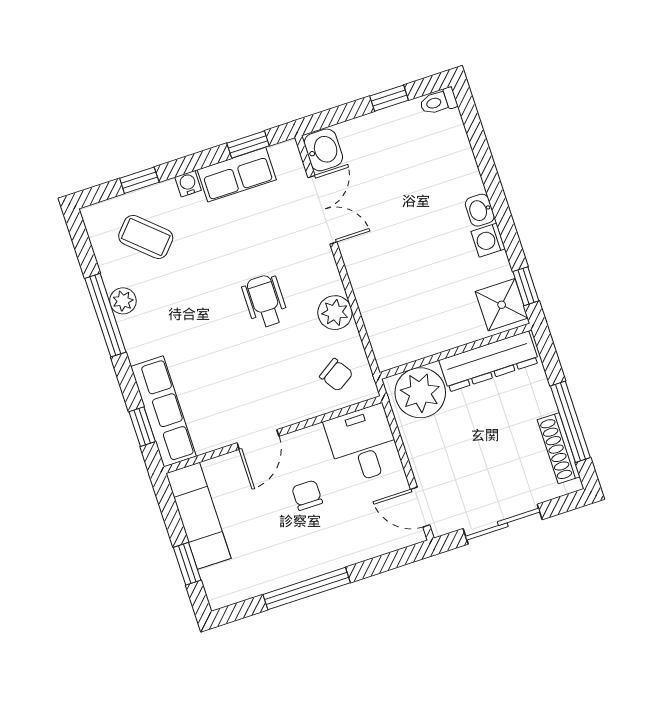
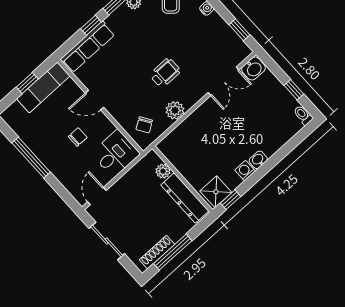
row of seats: (237, 175) -> (222, 31), removed
plant: (420, 393) -> (163, 171), width x0.53, depth x0.53
window: (142, 427) -> (91, 25), moved
window: (187, 564) -> (27, 83), moved

